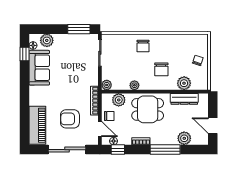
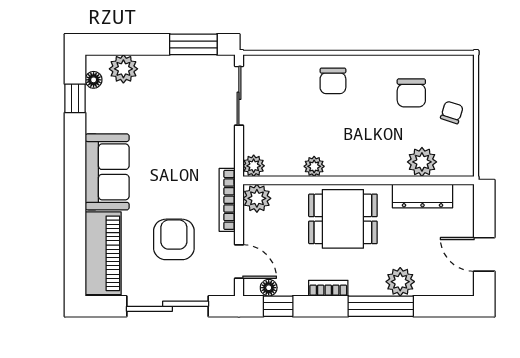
sofa: (39, 68) -> (107, 172), moved
chair: (161, 69) -> (411, 93), moved
plant: (119, 100) -> (257, 198), moved
chair: (109, 116) -> (260, 233), removed
armchair: (70, 119) -> (174, 239), turned 90
plant: (184, 138) -> (400, 282), moved

